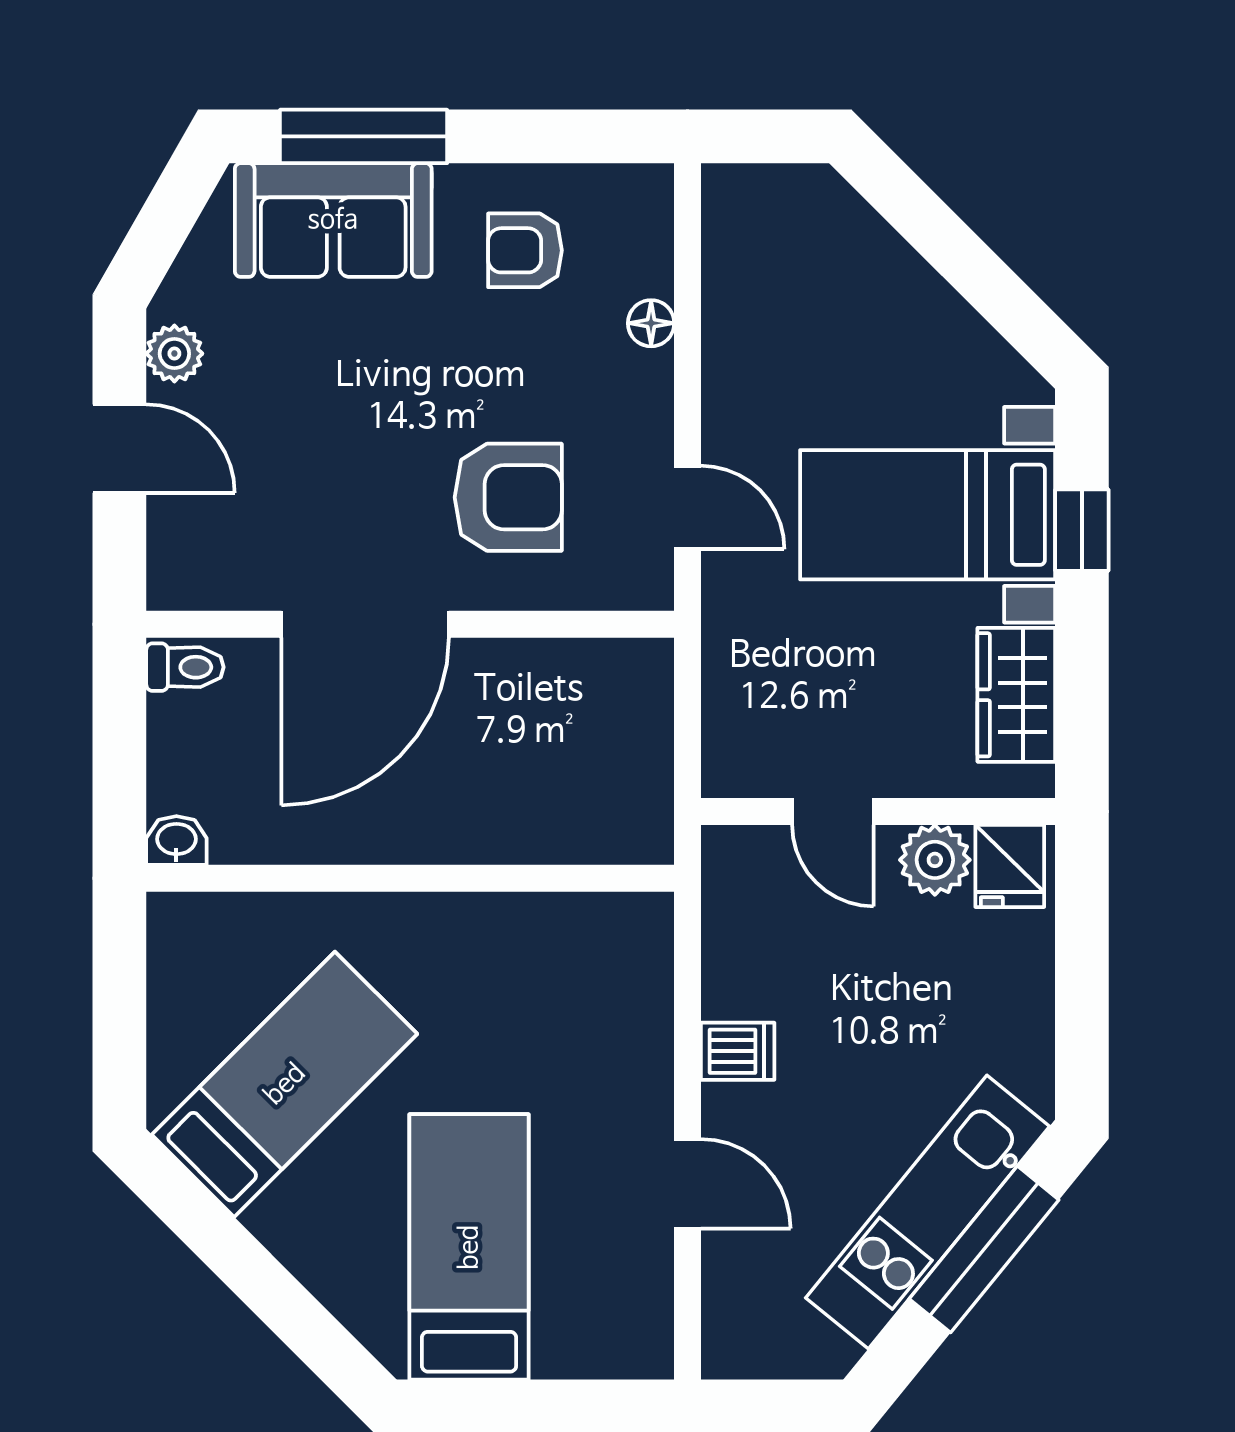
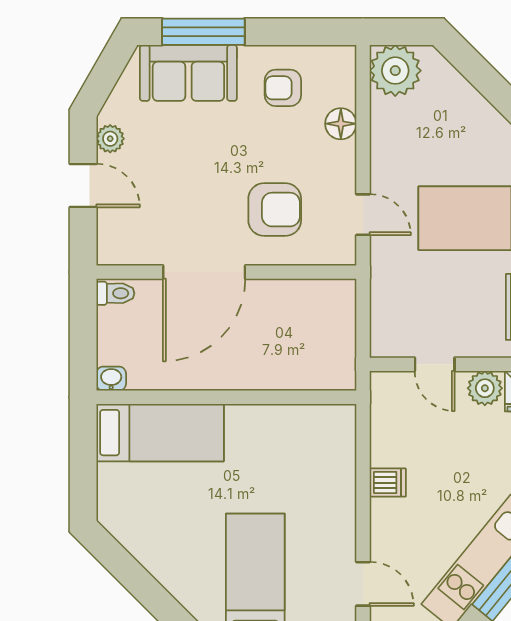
plant: (753, 215) -> (395, 71), added
floor lamp: (651, 323) -> (341, 124), width x1.37, depth x1.37
bed: (285, 1084) -> (160, 433), moved, turned 45
door: (688, 1184) -> (363, 584), moved

